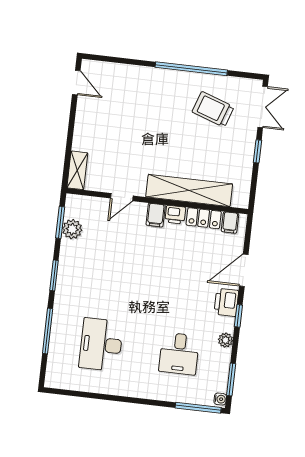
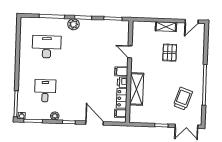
pallet: (129, 126) -> (170, 53), added
shelving: (77, 170) -> (166, 27), moved
shelving: (189, 190) -> (137, 89), width x0.68
plant: (72, 229) -> (73, 24), moved
printer: (226, 302) -> (76, 115), removed
desk: (179, 354) -> (45, 91), turned 90

